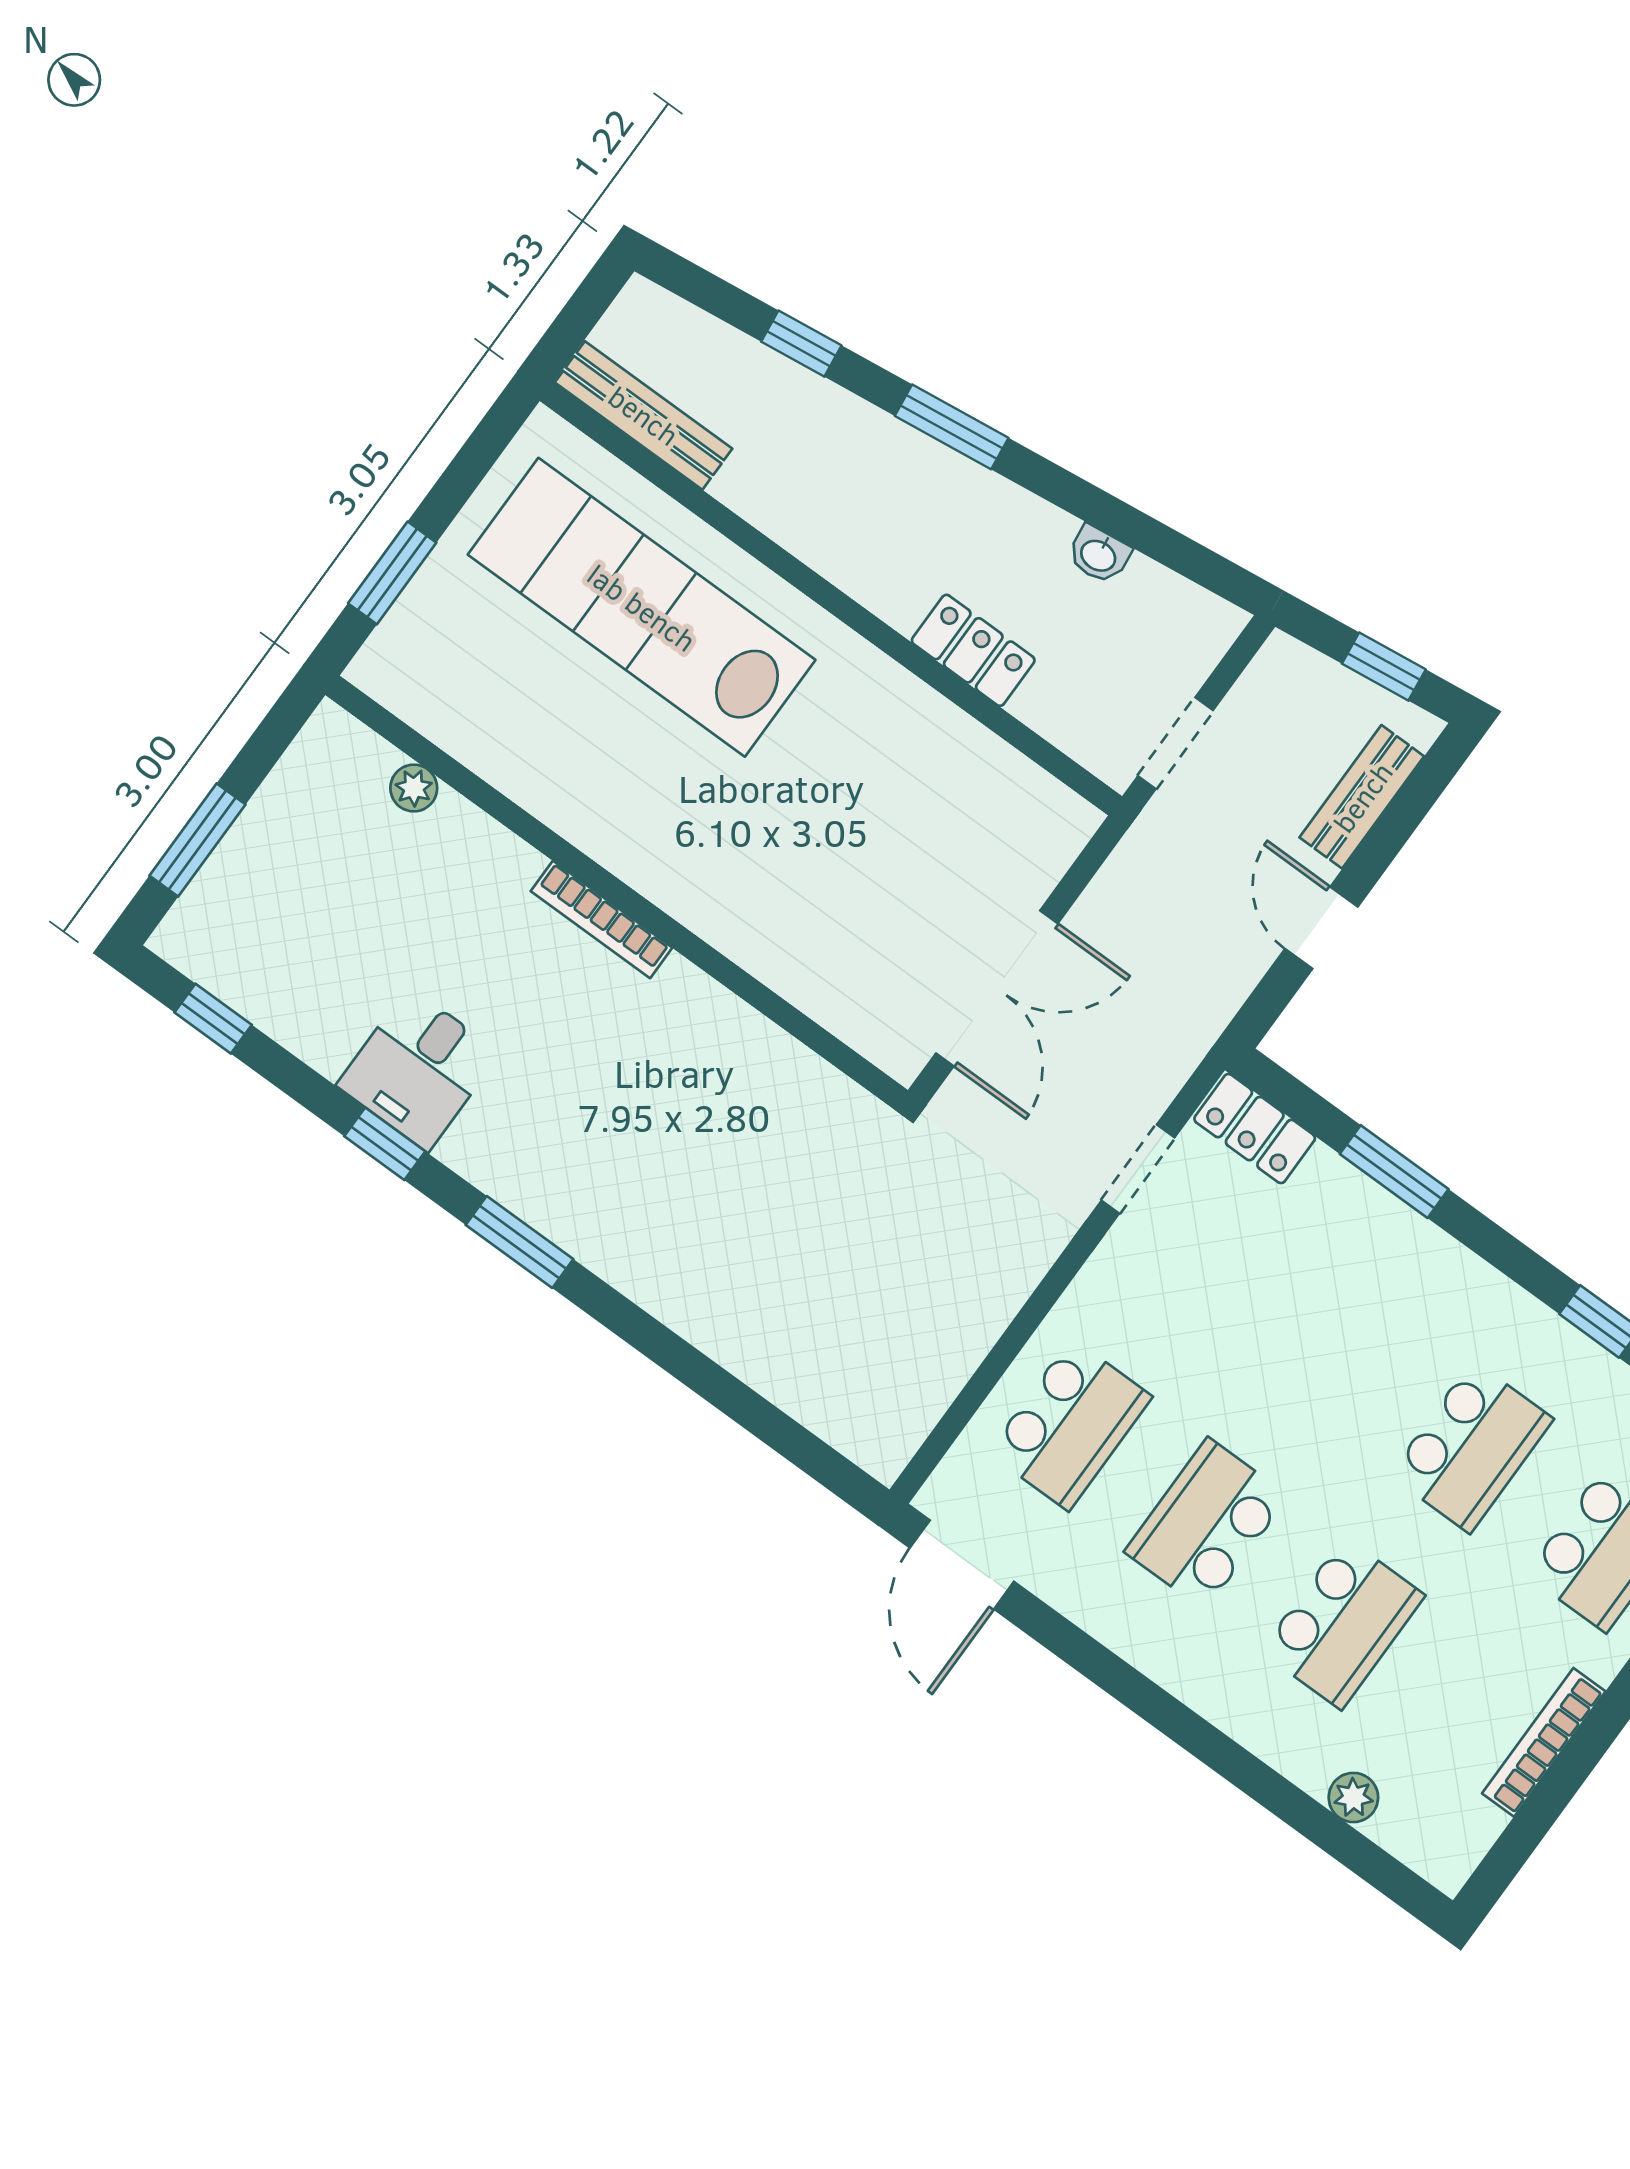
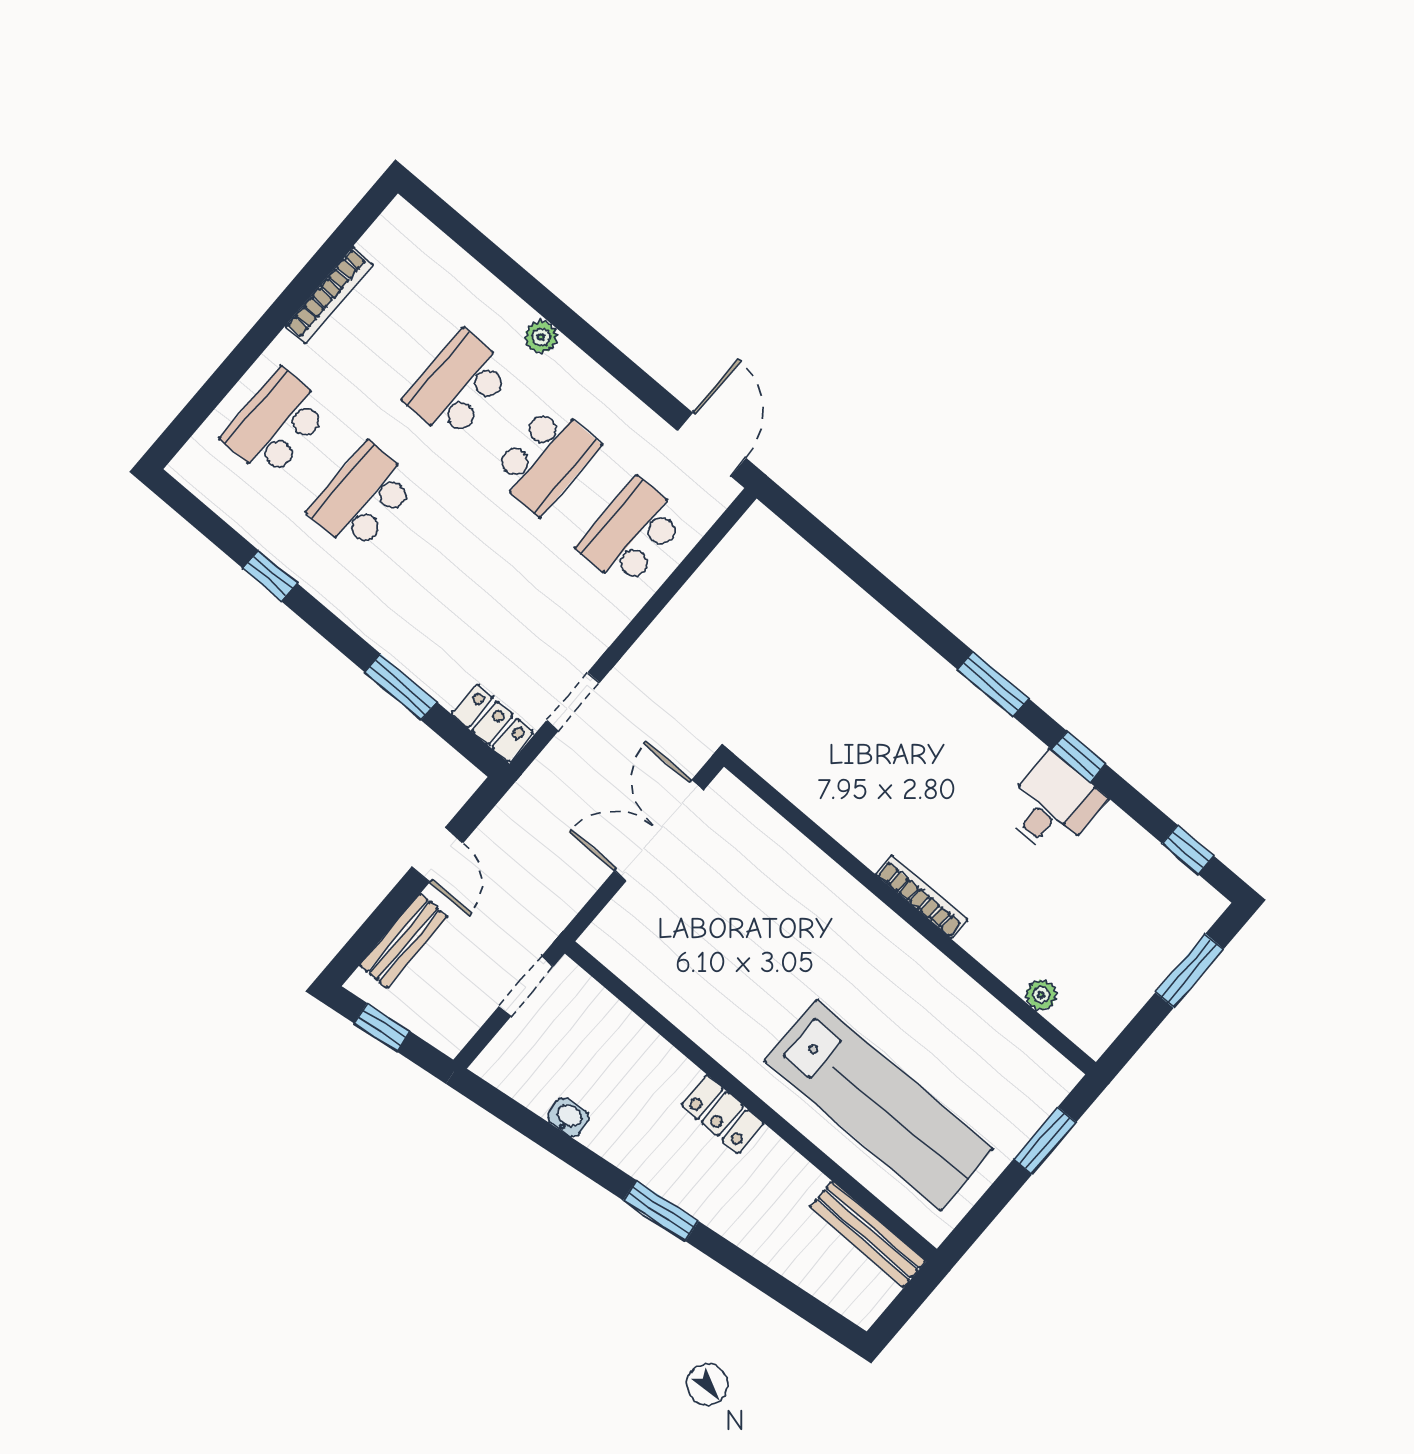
window: (801, 344) -> (758, 1274), removed
locker: (973, 650) -> (722, 1114), moved
plant: (1353, 1797) -> (541, 337), moved

